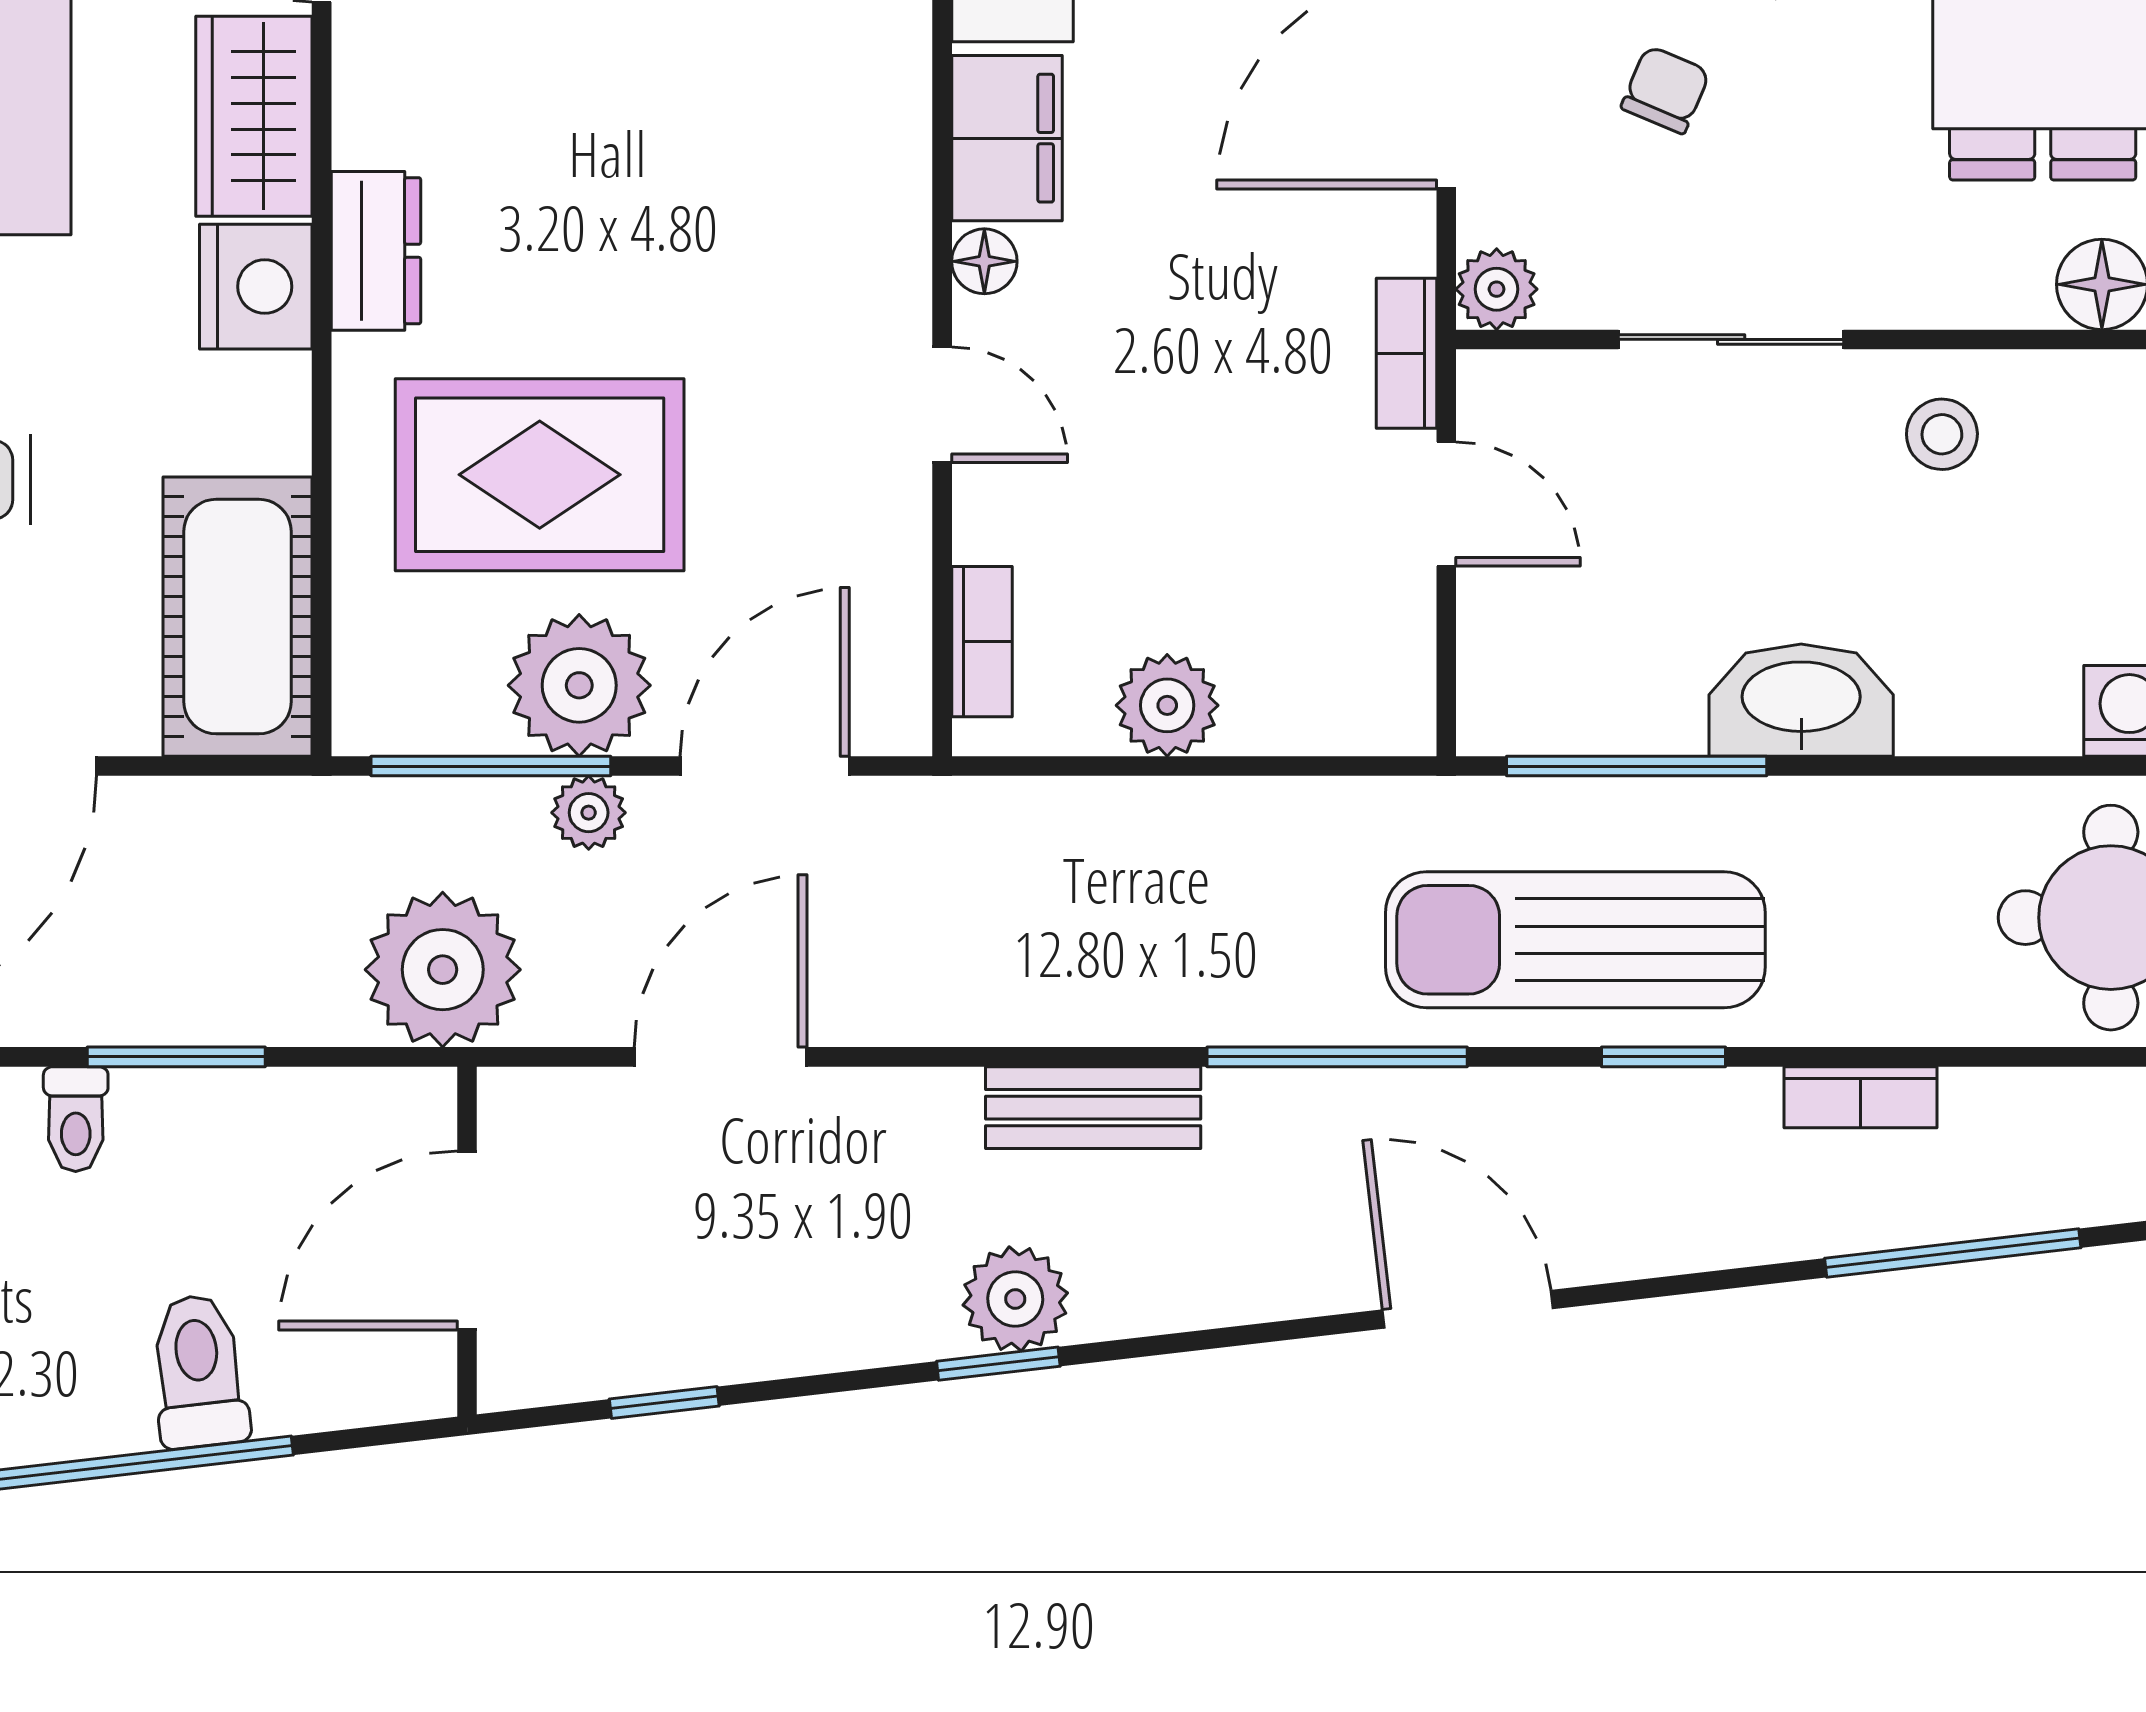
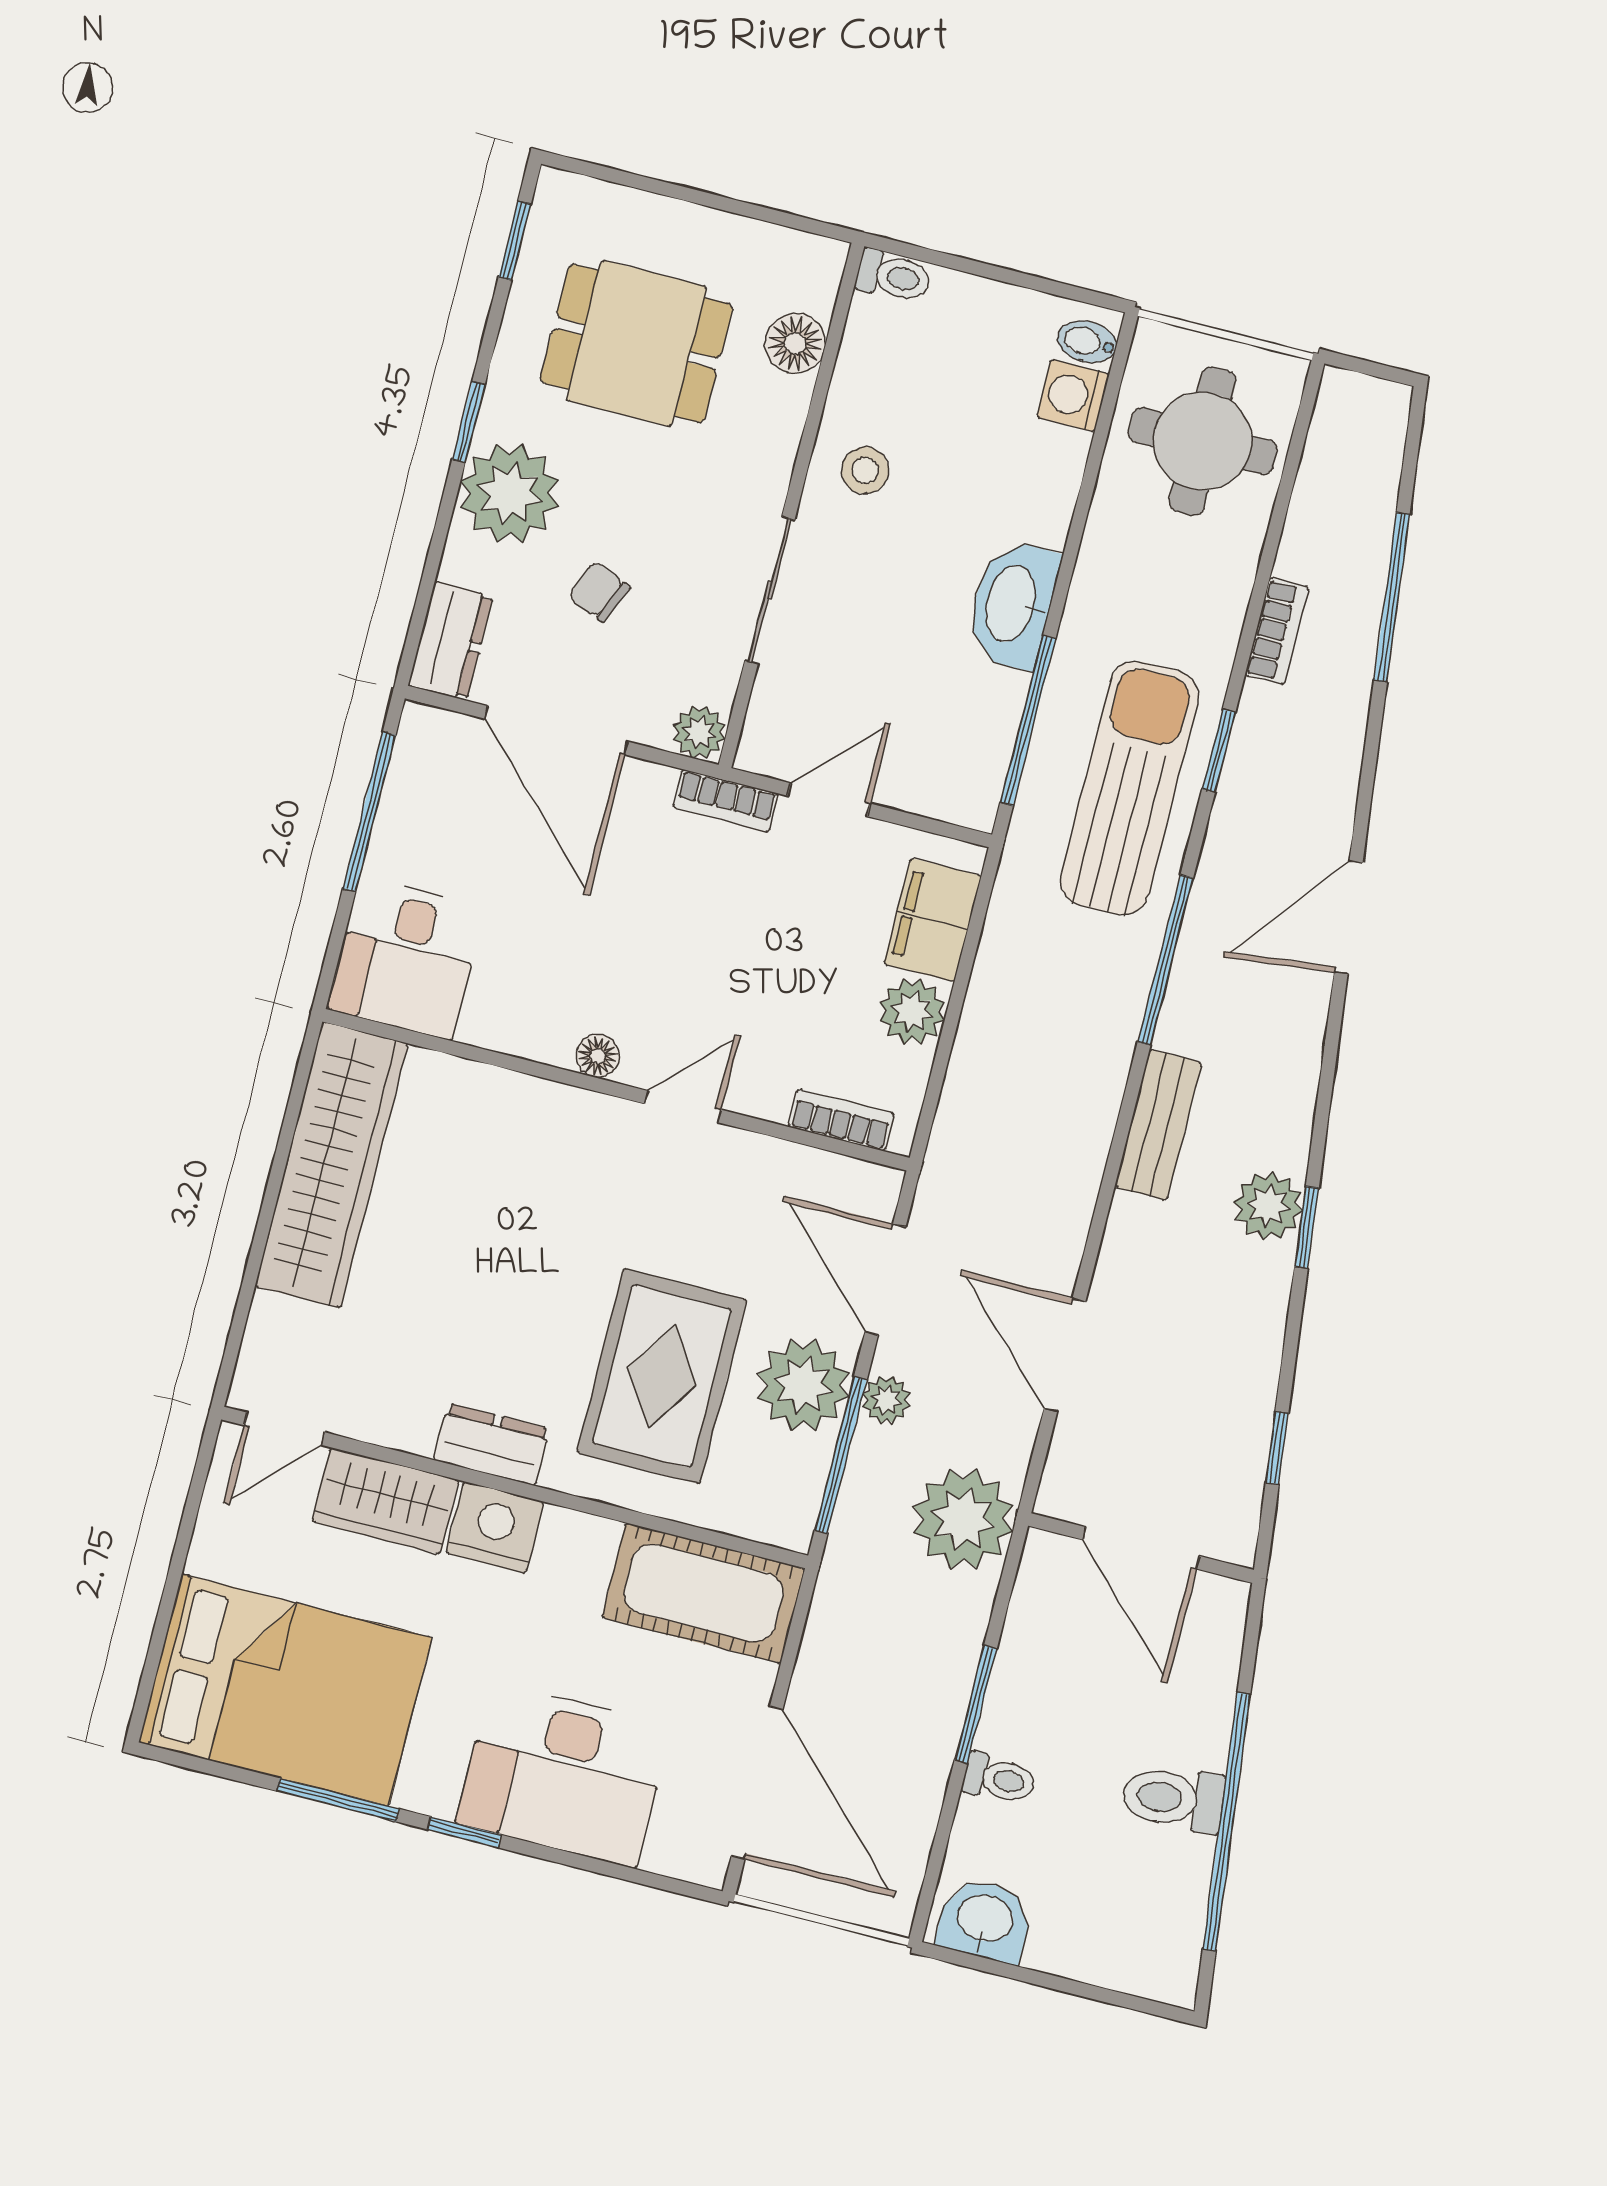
filing cabinet: (1007, 138) -> (933, 920), moved, turned -90
sun lounger: (1575, 940) -> (1129, 788), turned 180
toilet: (199, 1371) -> (1173, 1799), moved

